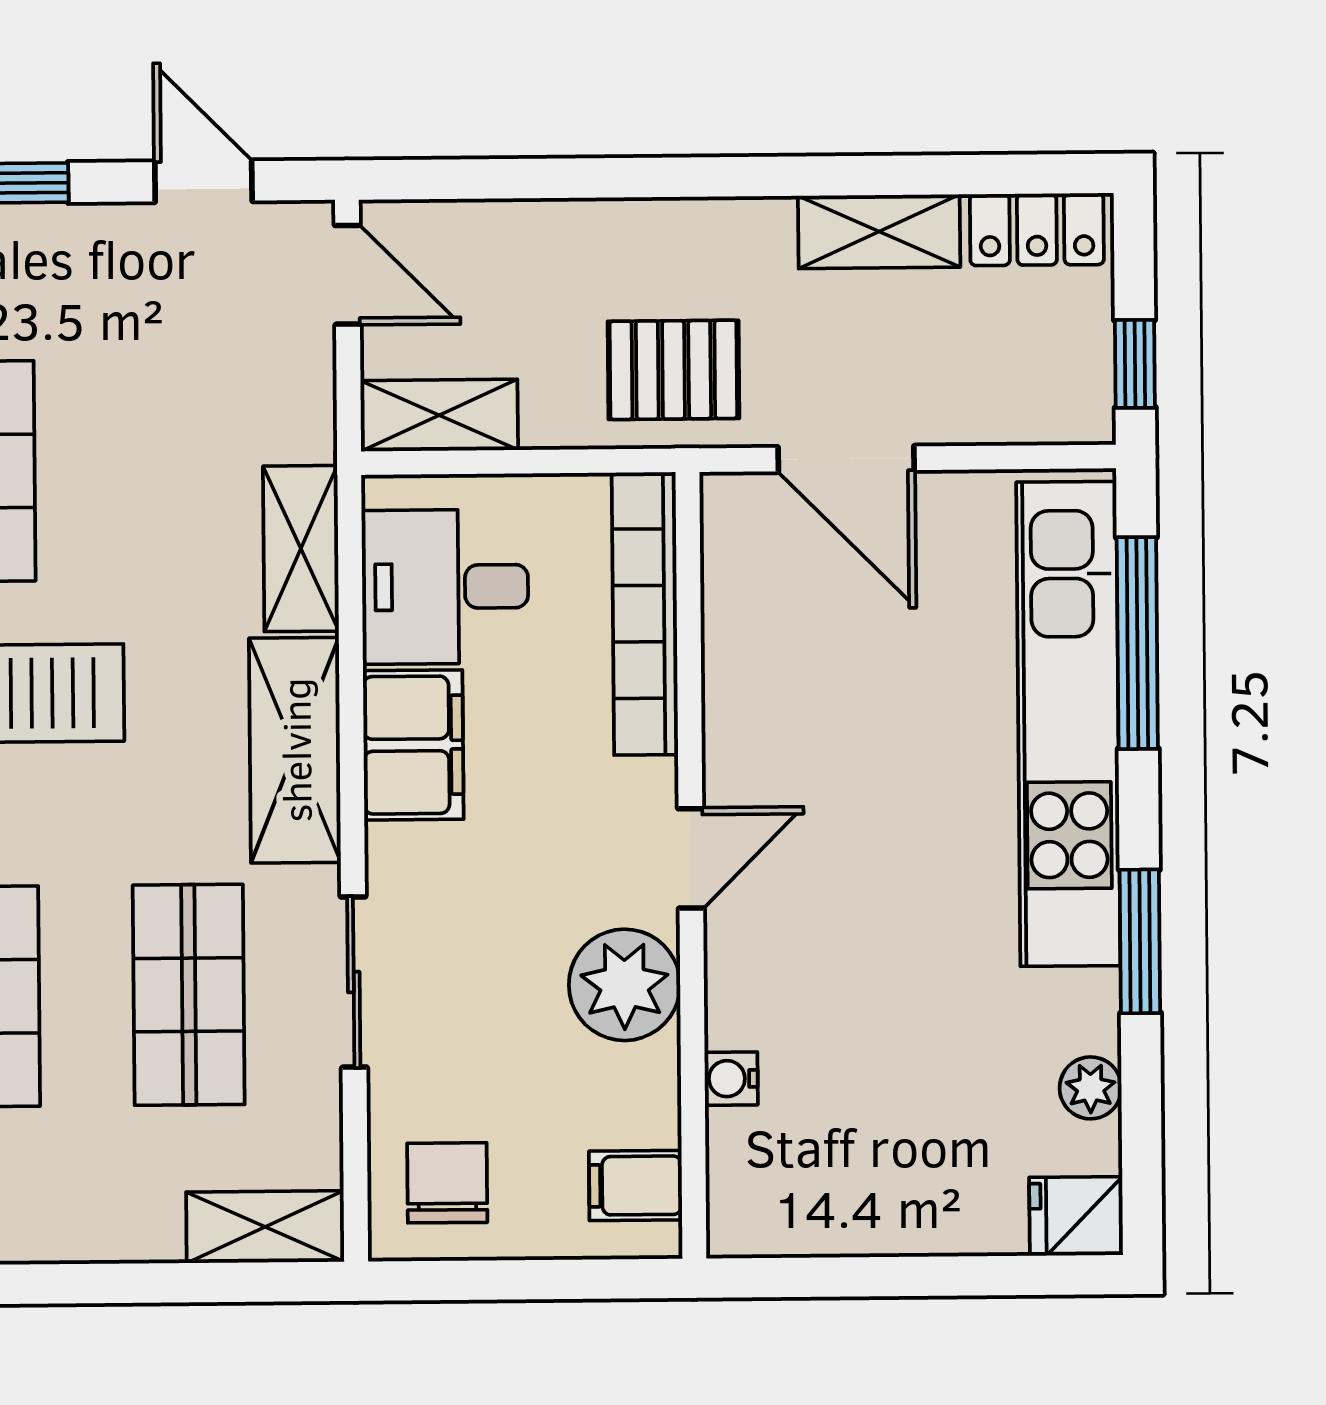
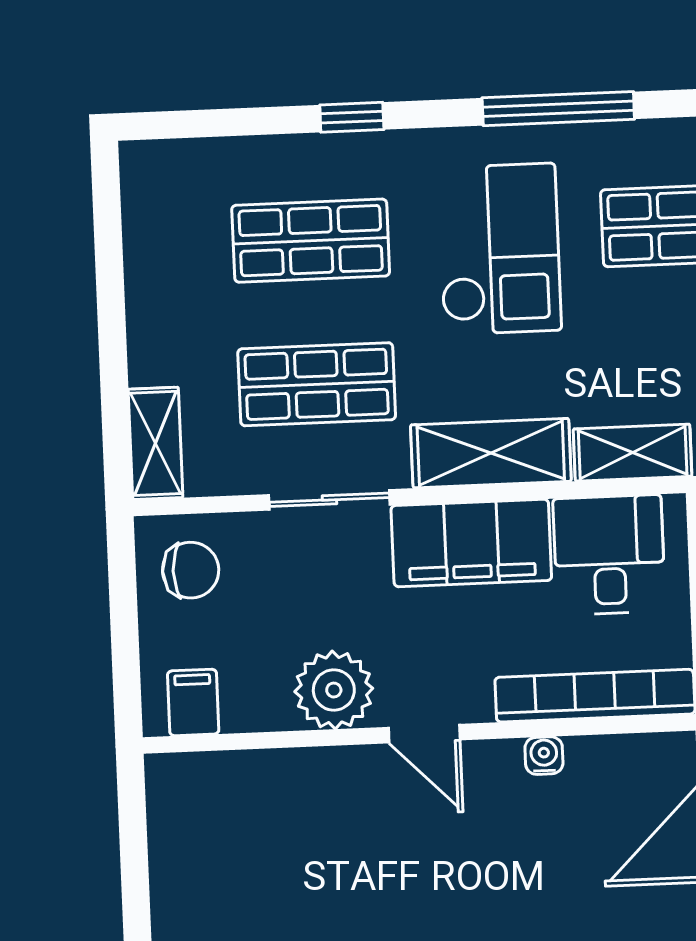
filing cabinet: (413, 745) -> (471, 543), width x1.50, depth x1.17
water cooler: (731, 1079) -> (544, 756), moved

